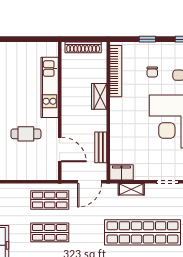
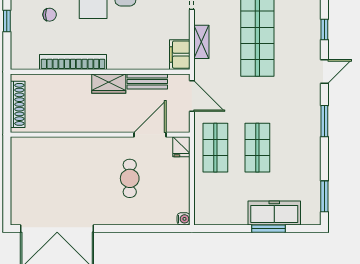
bookcase: (116, 71) -> (73, 62), moved
kitchen unit: (50, 87) -> (69, 148), removed
wardrobe: (99, 96) -> (109, 84), moved
fridge: (50, 174) -> (181, 147), added

